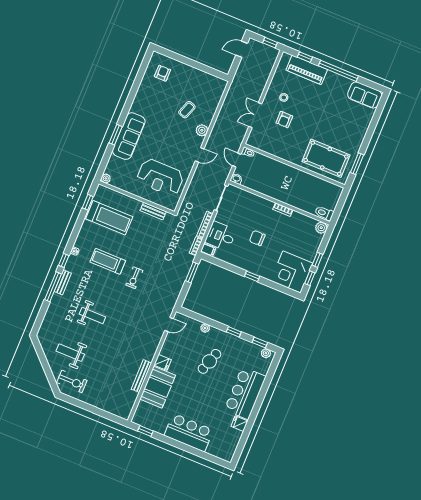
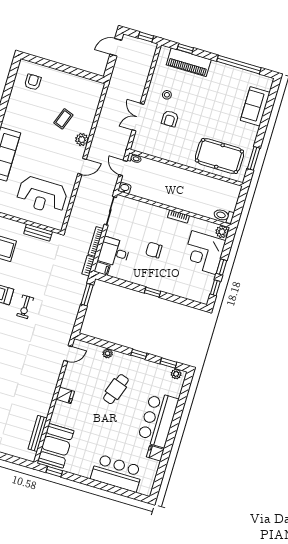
window: (338, 71) -> (239, 65), moved
sofa: (365, 95) -> (255, 106), moved, turned 90
corner desk: (292, 272) -> (204, 253), moved
bench: (141, 376) -> (38, 434), moved
booth: (158, 387) -> (56, 446), moved
bar counter: (189, 433) -> (117, 473), moved

